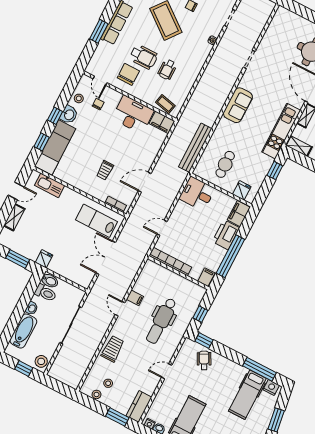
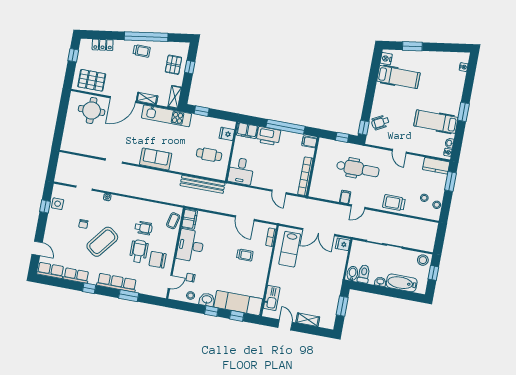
fridge: (44, 259) -> (343, 244), moved
window: (259, 369) -> (374, 73), removed

